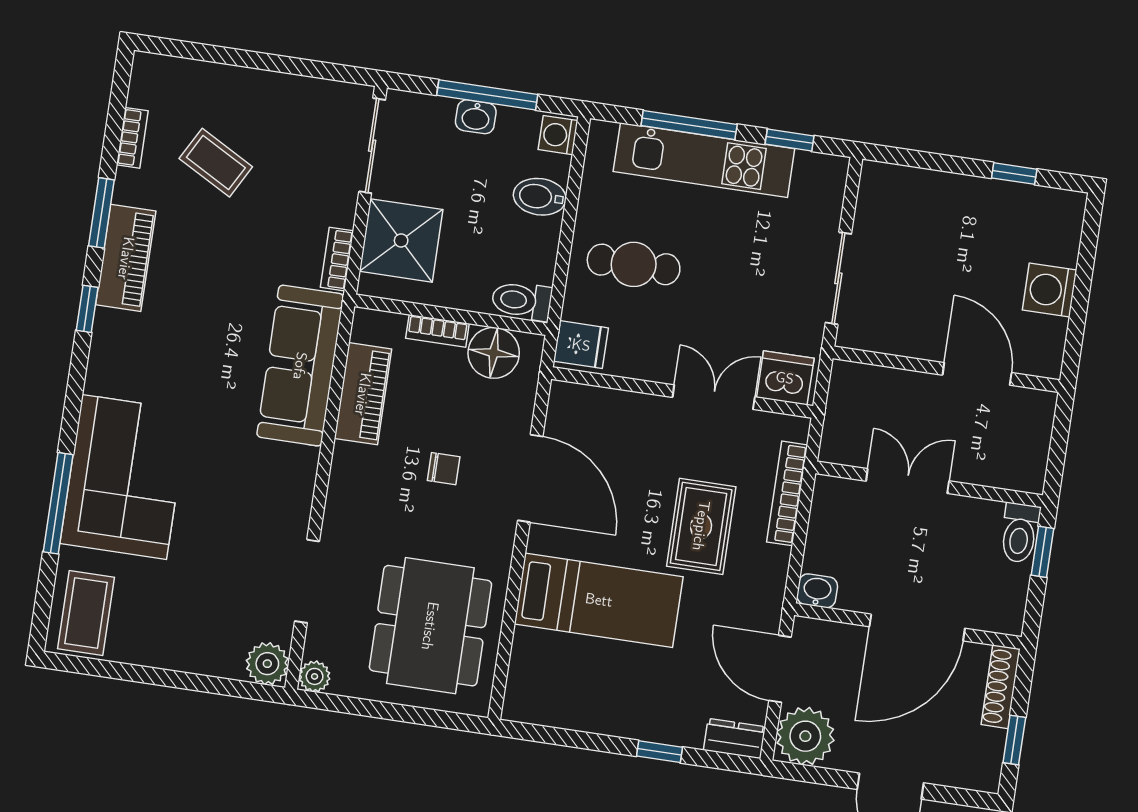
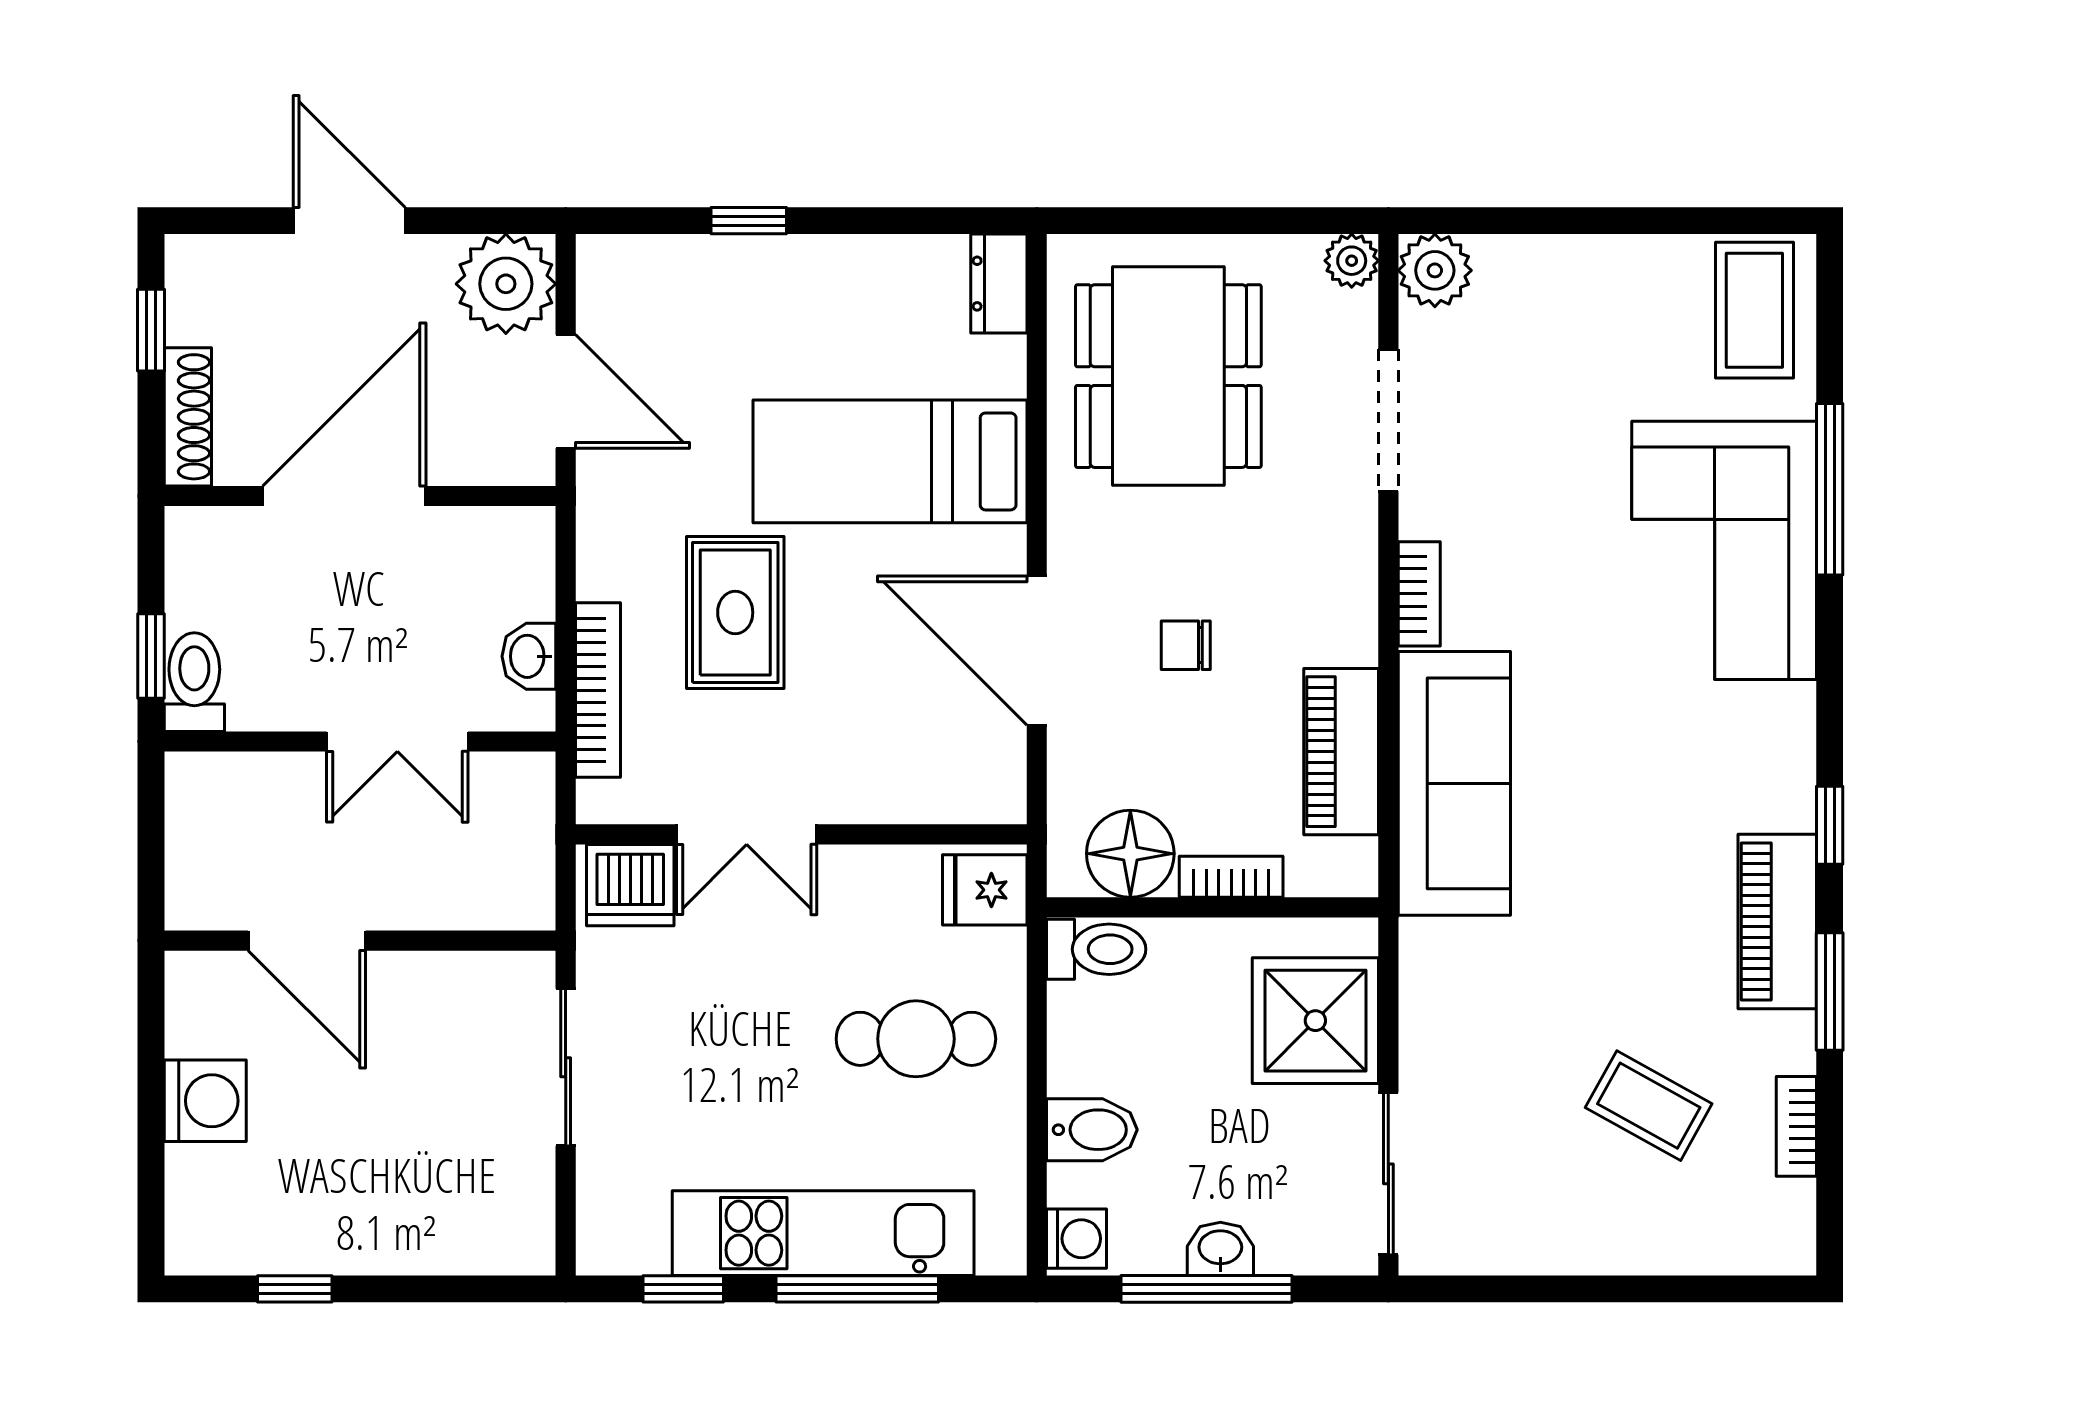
bookcase: (337, 259) -> (1419, 594), moved
washbasin: (817, 591) -> (529, 656), moved, turned 90
dresser: (734, 739) -> (999, 284), moved, turned 90

